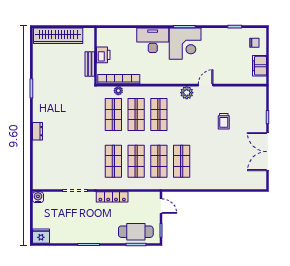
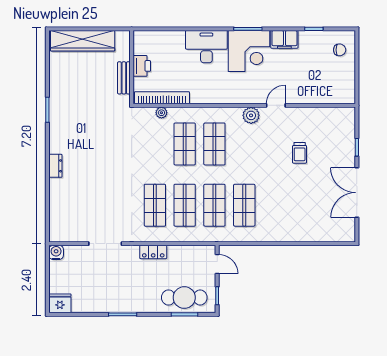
filing cabinet: (260, 66) -> (284, 39), moved, turned -90
shop shelf: (113, 114) -> (155, 144), removed
locker: (112, 197) -> (153, 252), width x0.66

